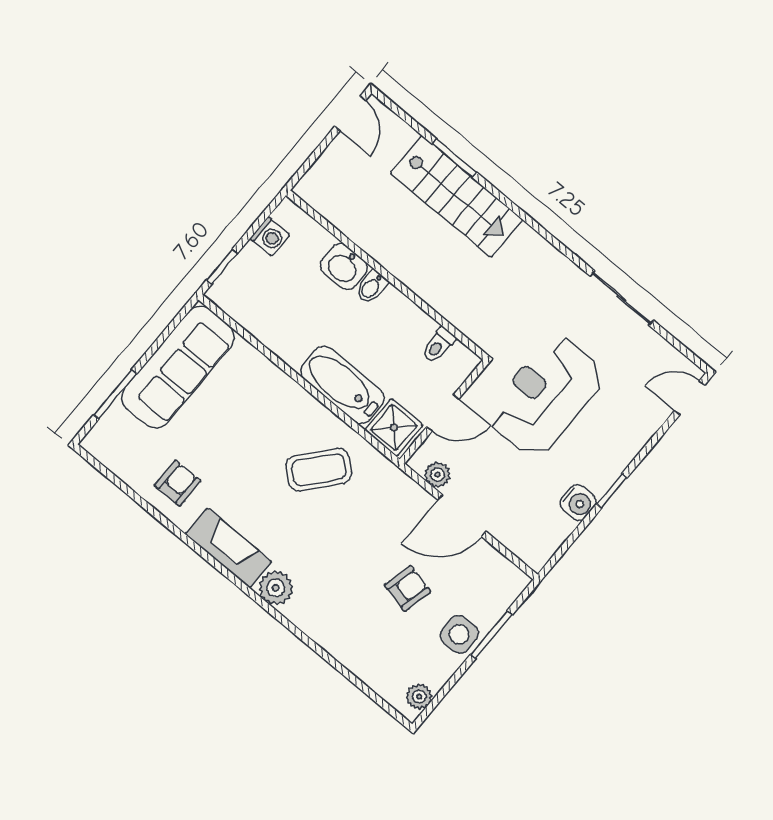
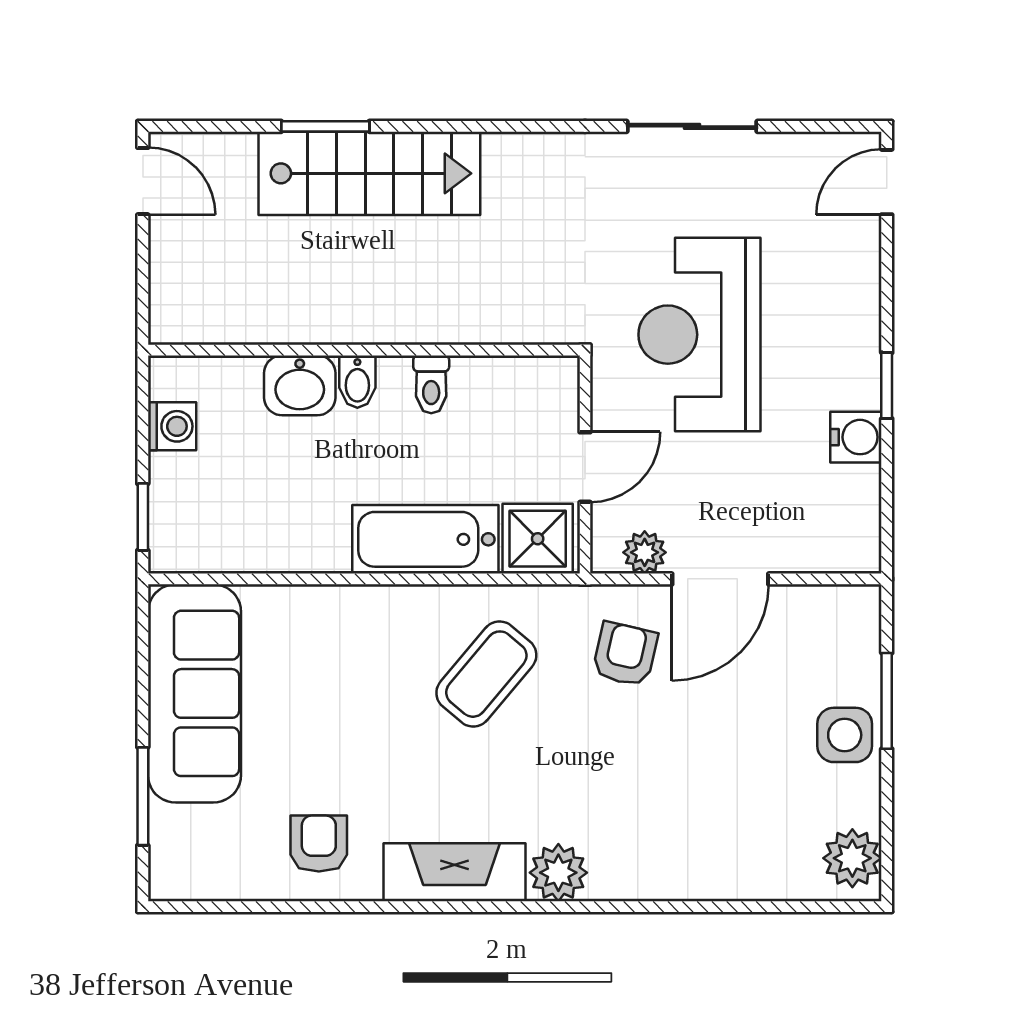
toilet: (439, 345) -> (431, 384), moved
armchair: (408, 588) -> (625, 654), moved
plant: (419, 697) -> (852, 858), width x1.38, depth x1.38

